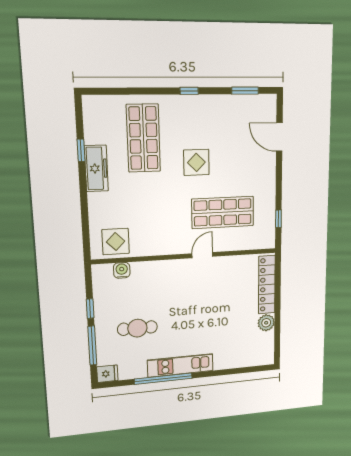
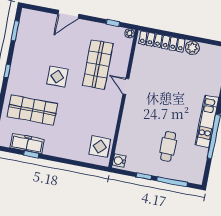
door: (279, 137) -> (68, 14), moved
freezer: (96, 168) -> (27, 144), moved
plant: (269, 243) -> (130, 33), added
water cooler: (122, 270) -> (119, 161), moved
fridge: (107, 374) -> (197, 176), removed

